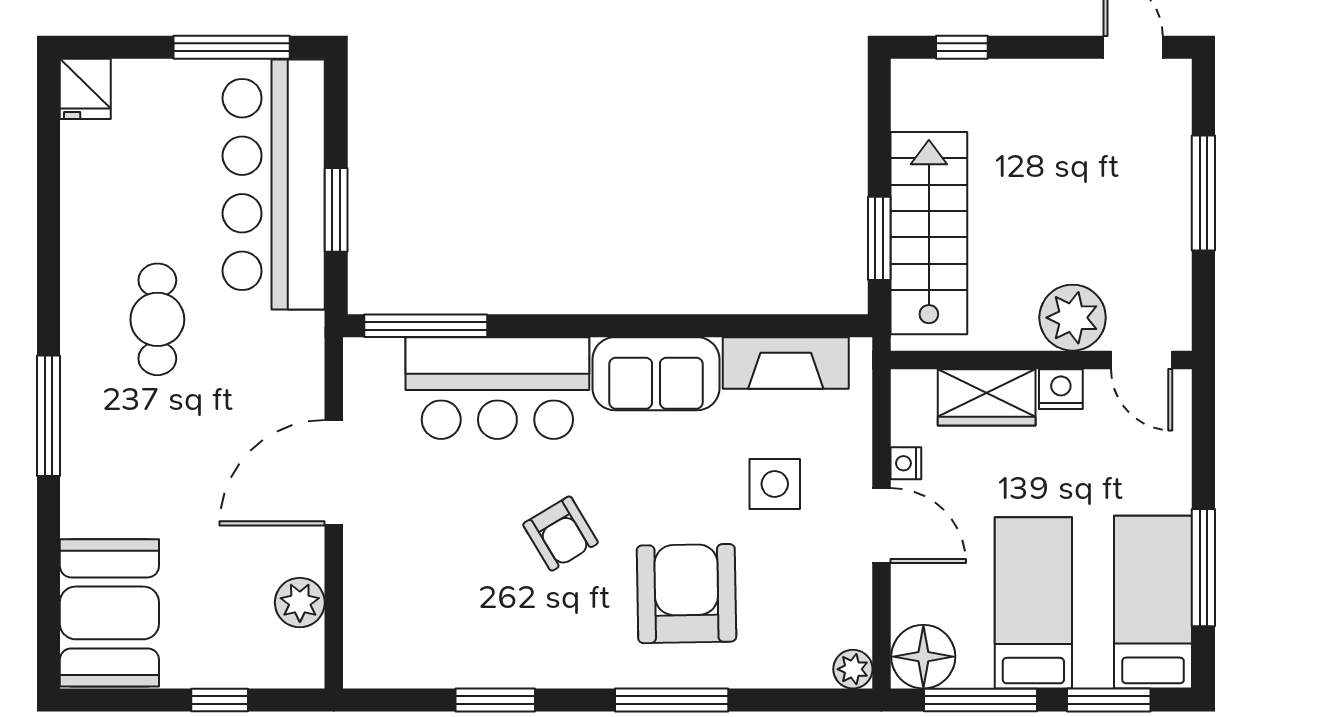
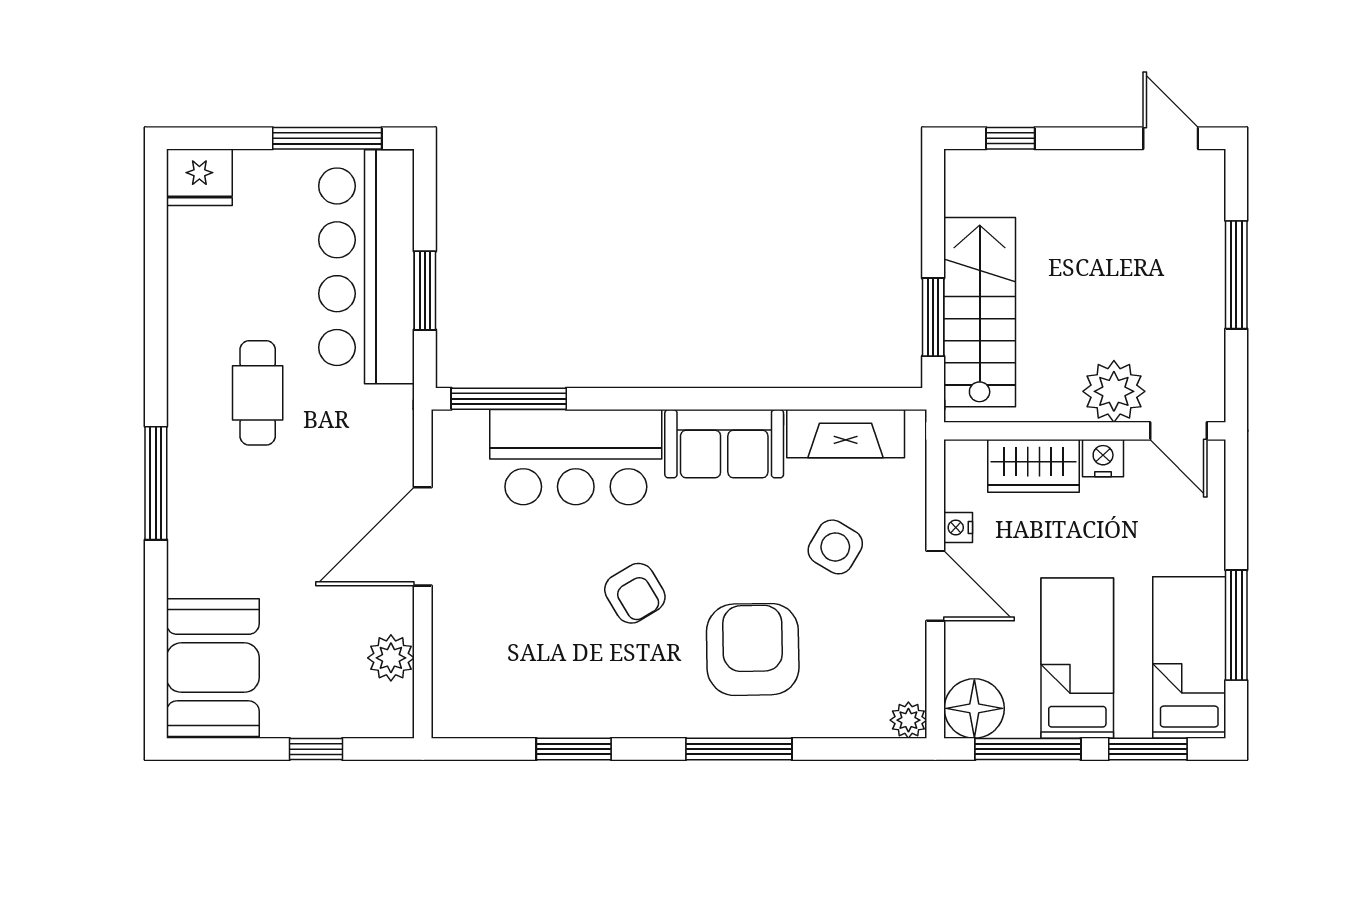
fridge: (85, 89) -> (199, 177), width x1.38
side table: (775, 484) -> (835, 547), turned 31

